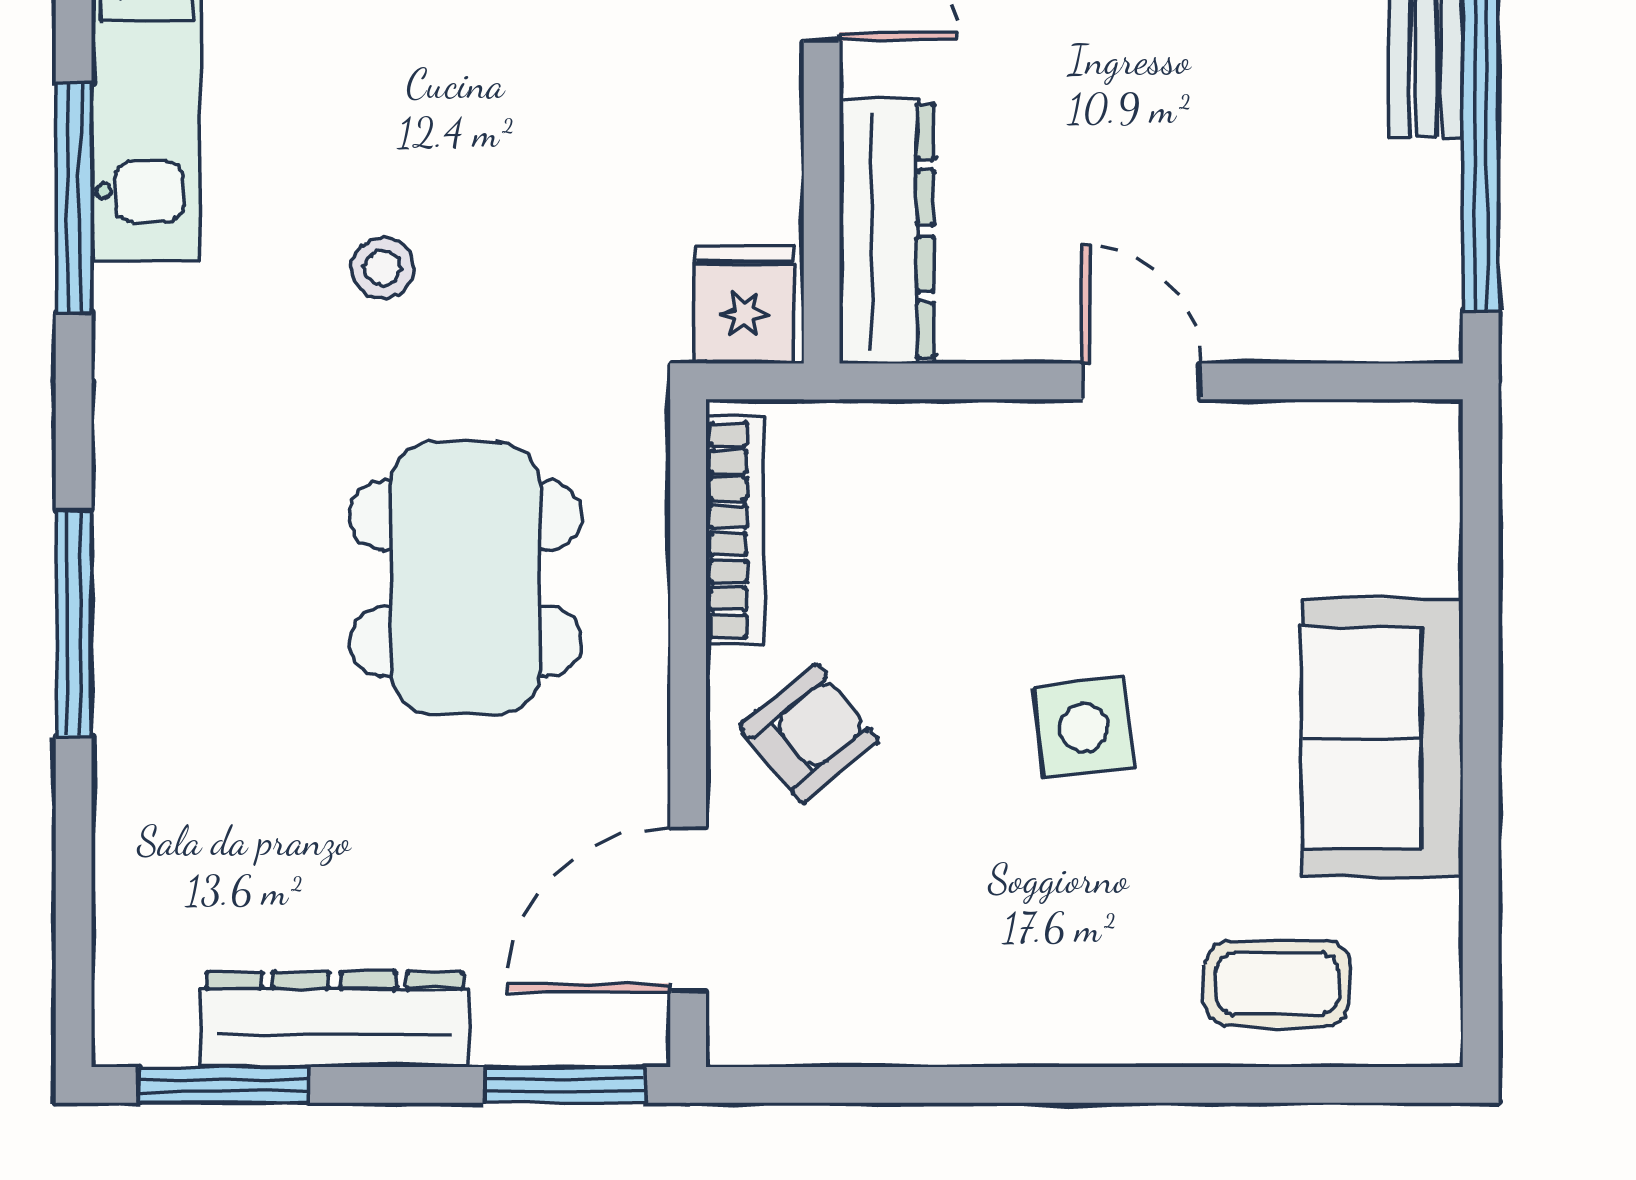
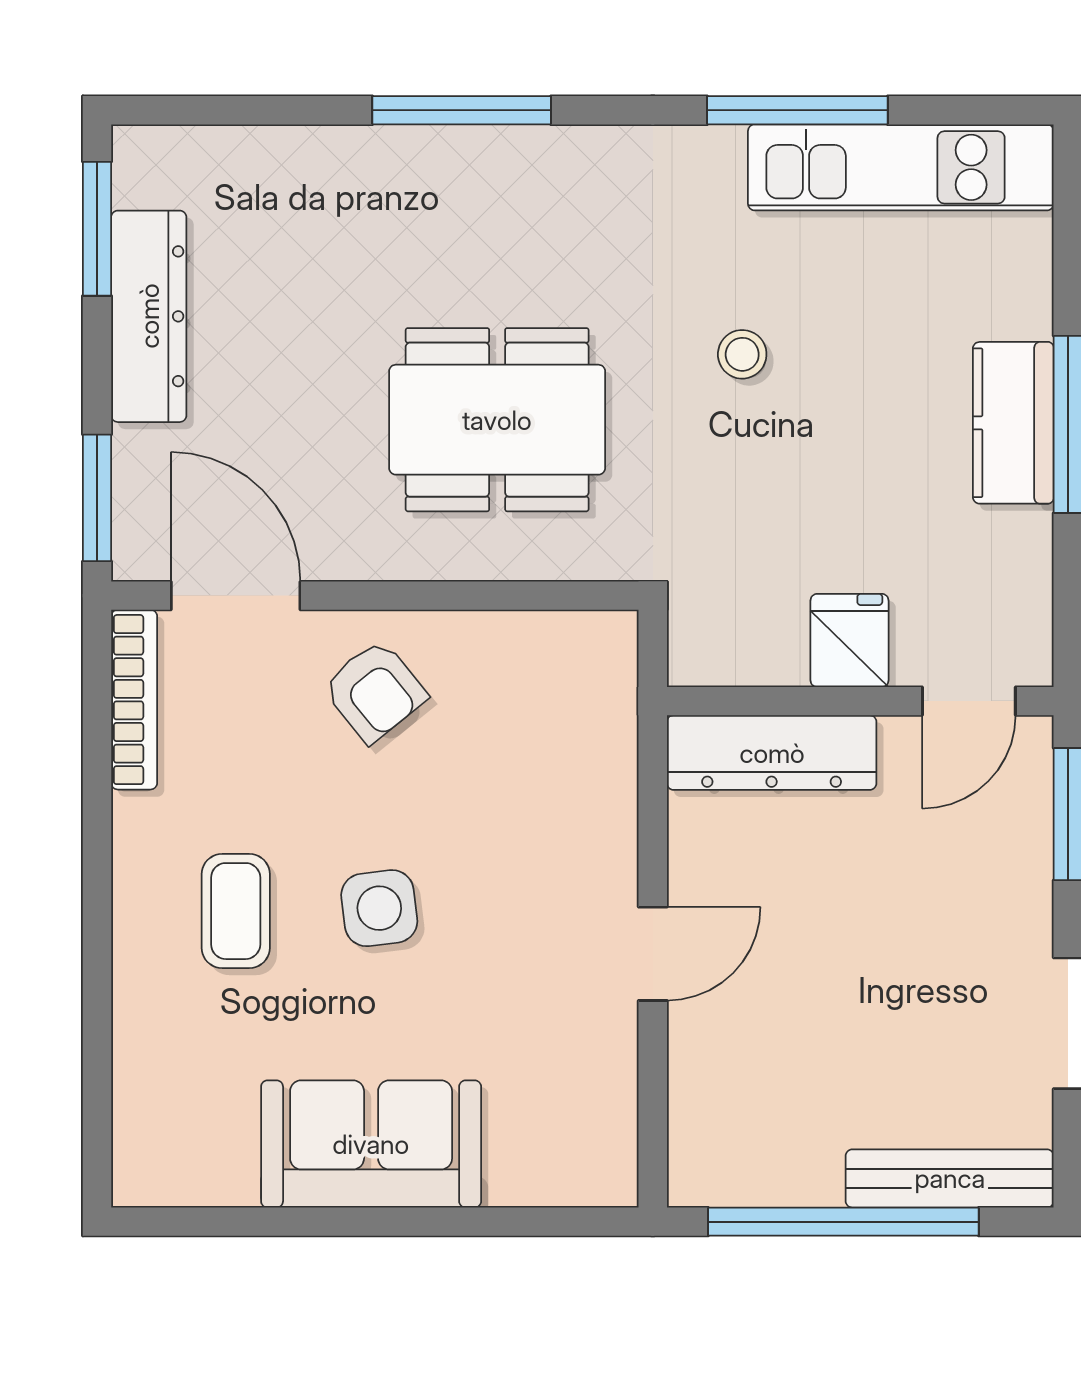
fridge: (744, 305) -> (850, 640), moved, turned -90
bookcase: (735, 530) -> (134, 700), moved, turned -90
coffee table: (1277, 984) -> (236, 911), moved

